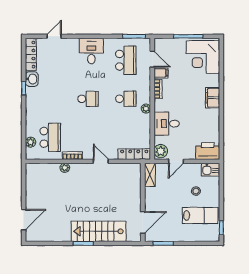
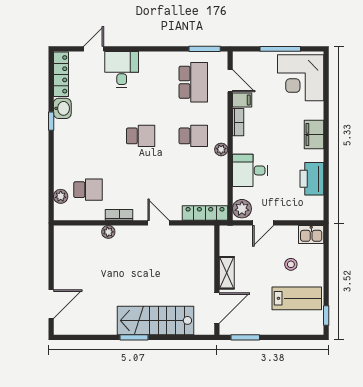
desk: (91, 51) -> (122, 69), moved
school desk: (50, 137) -> (88, 190), width x0.54
printer: (208, 151) -> (312, 179), moved, turned -90
shelving: (150, 175) -> (227, 273), moved

